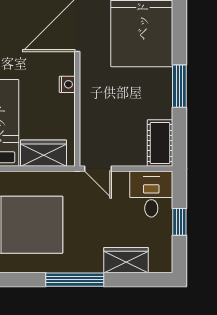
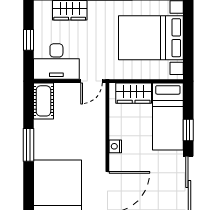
door: (98, 169) -> (91, 81), swing flipped
desk: (151, 194) -> (56, 61), width x1.37

